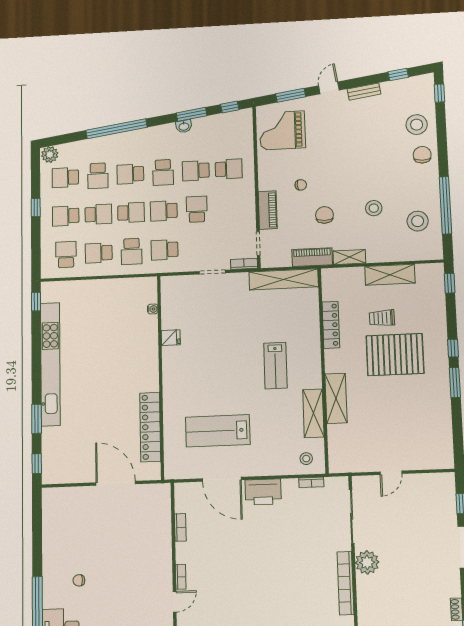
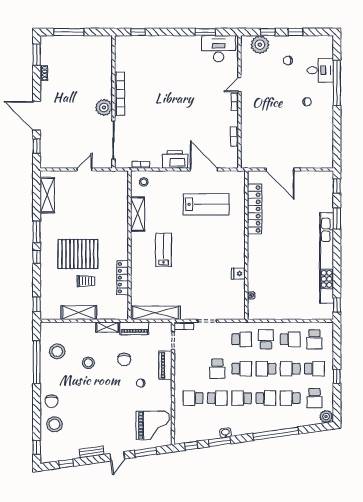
school desk: (163, 172) -> (242, 398), turned -90
school desk: (98, 176) -> (290, 398), turned -90
school desk: (65, 178) -> (314, 398), turned 90
shelving: (336, 398) -> (47, 195), moved

